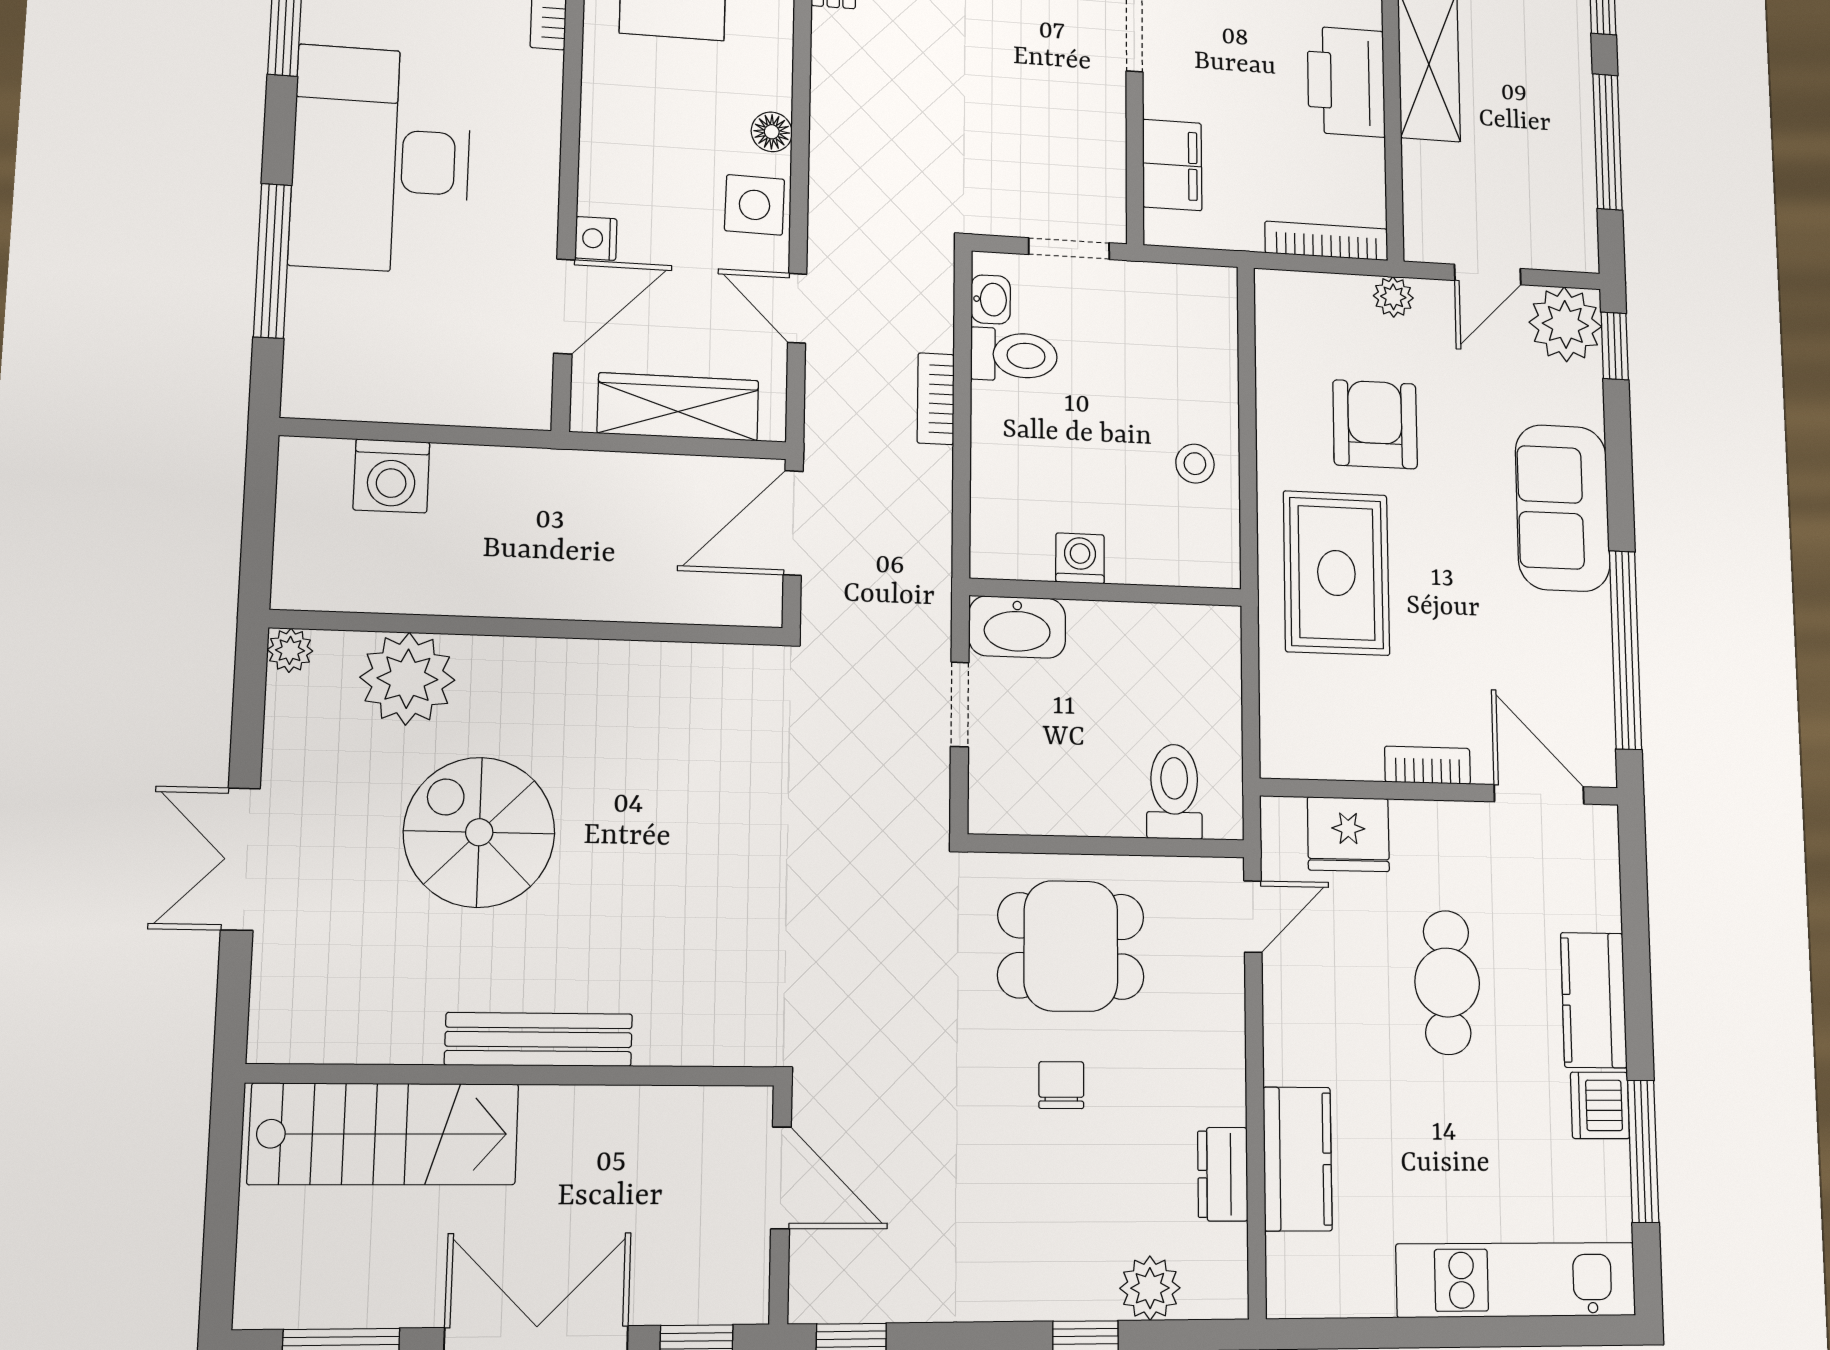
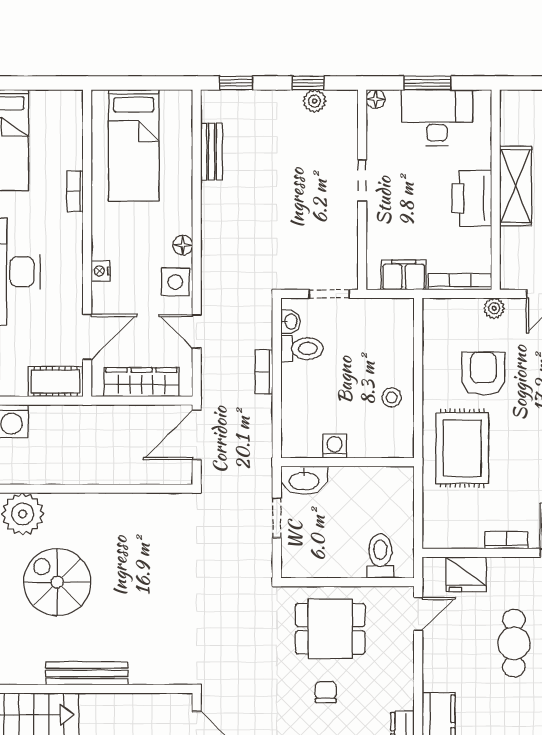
filing cabinet: (1172, 165) -> (404, 275), moved, turned -90
nightstand: (596, 238) -> (101, 271), moved
cot: (492, 396) -> (56, 382), added

